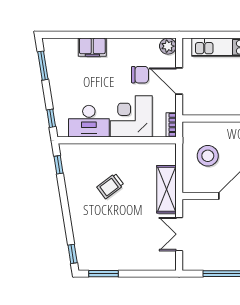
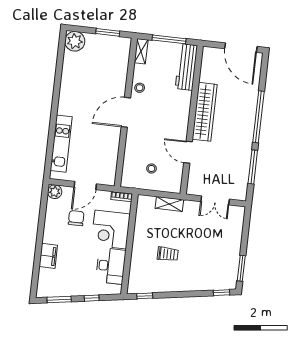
window: (51, 118) -> (92, 298), moved
stool: (208, 156) -> (151, 168), width x0.53, depth x0.53
trolley: (110, 186) -> (168, 254), turned -53
shelving: (166, 189) -> (169, 204), width x0.67, depth x0.75

